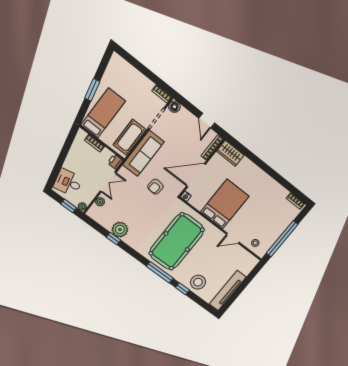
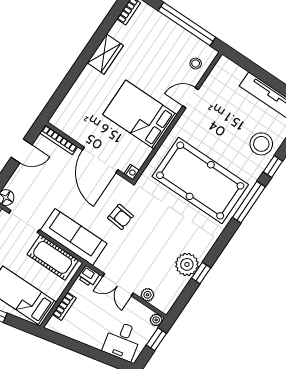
wardrobe: (230, 153) -> (105, 54), moved
double door: (108, 182) -> (118, 285), swing flipped
door: (233, 238) -> (190, 98), swing flipped

